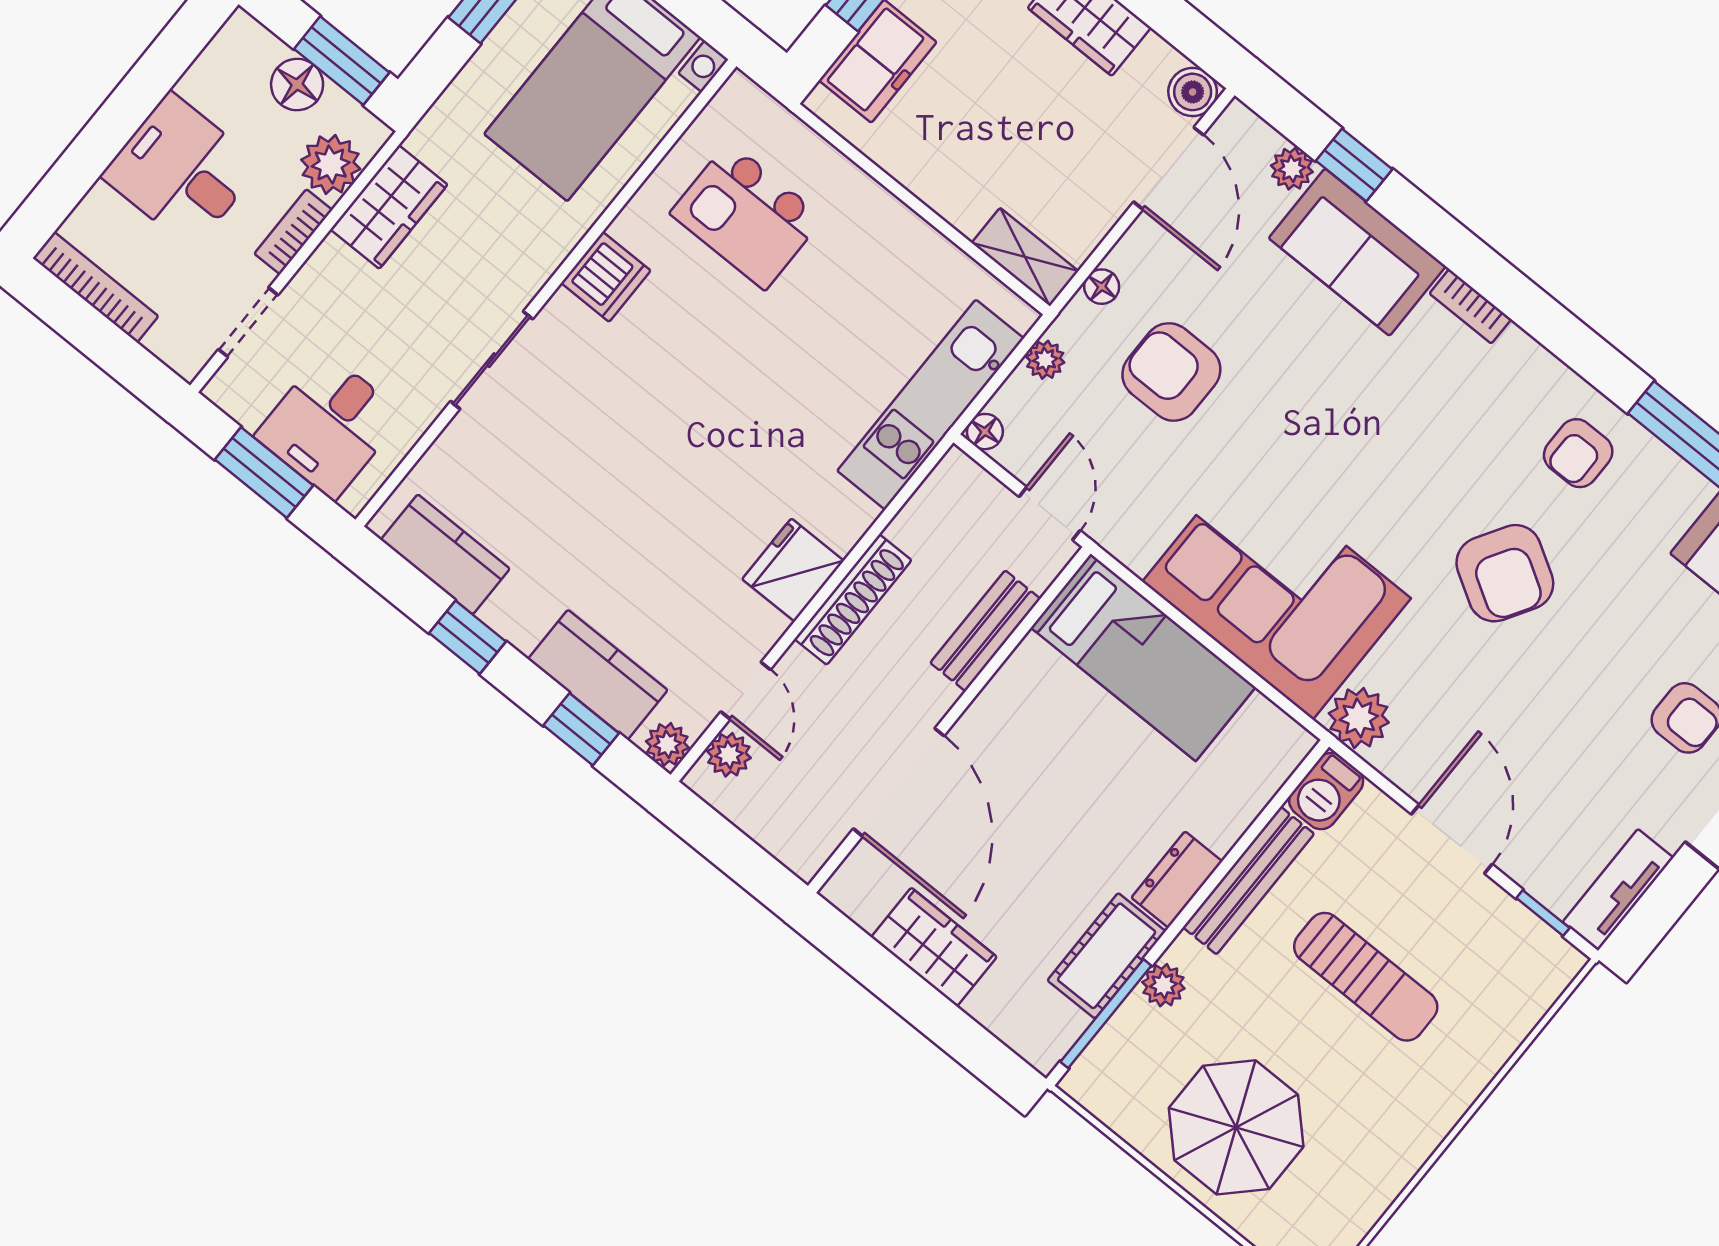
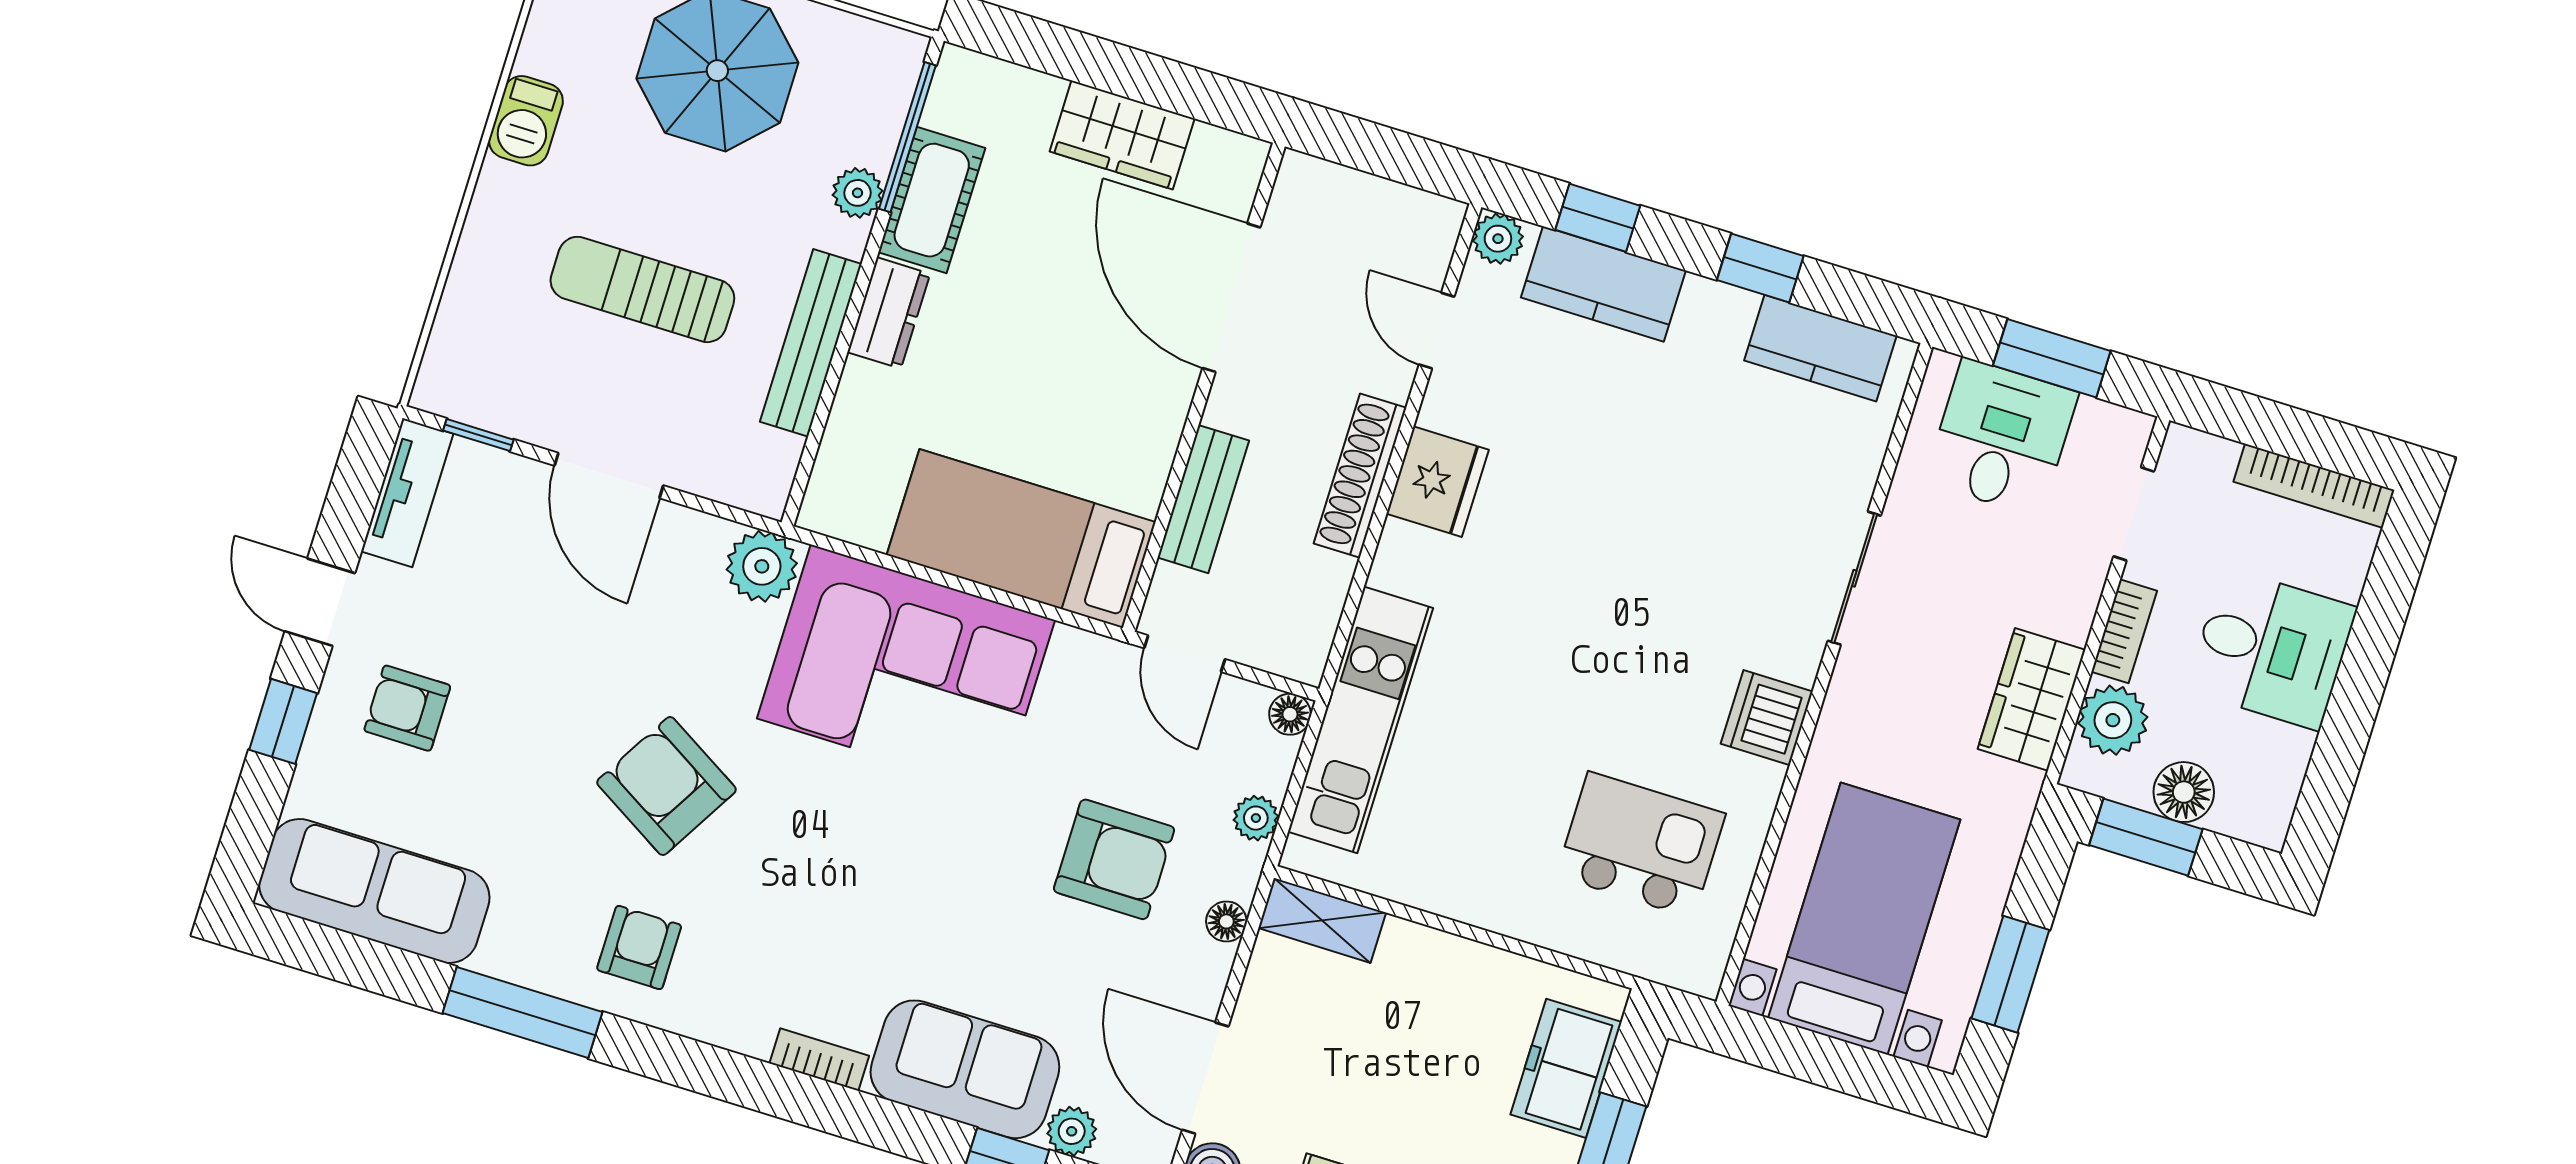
plant: (729, 755) -> (1427, 254), removed
barbecue: (1326, 791) -> (526, 121), moved, turned 180

